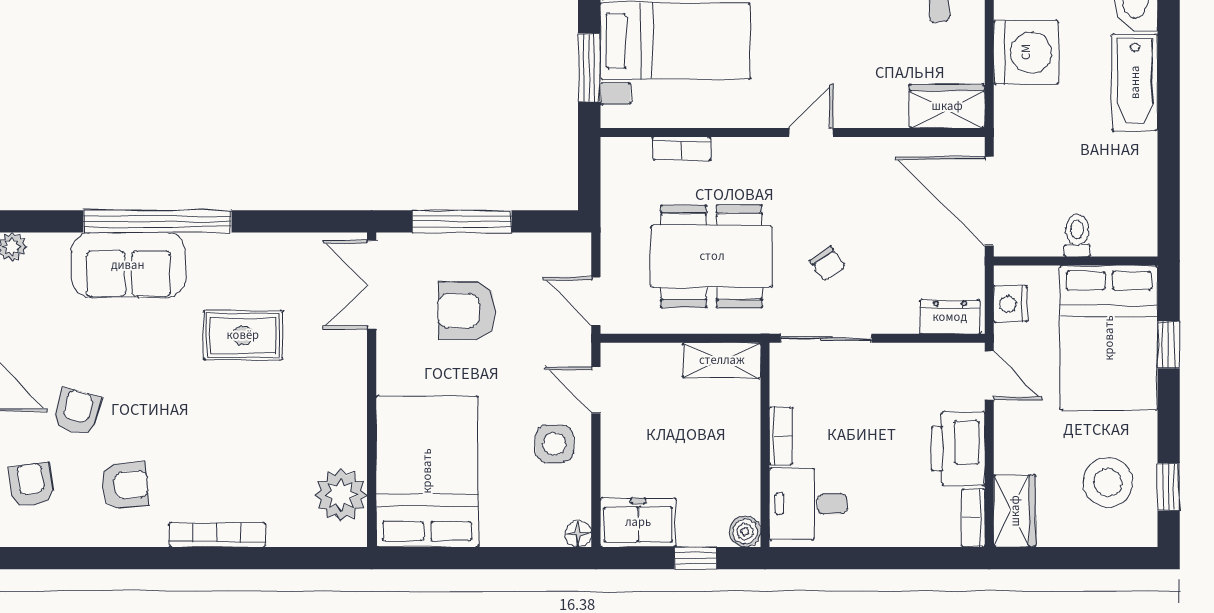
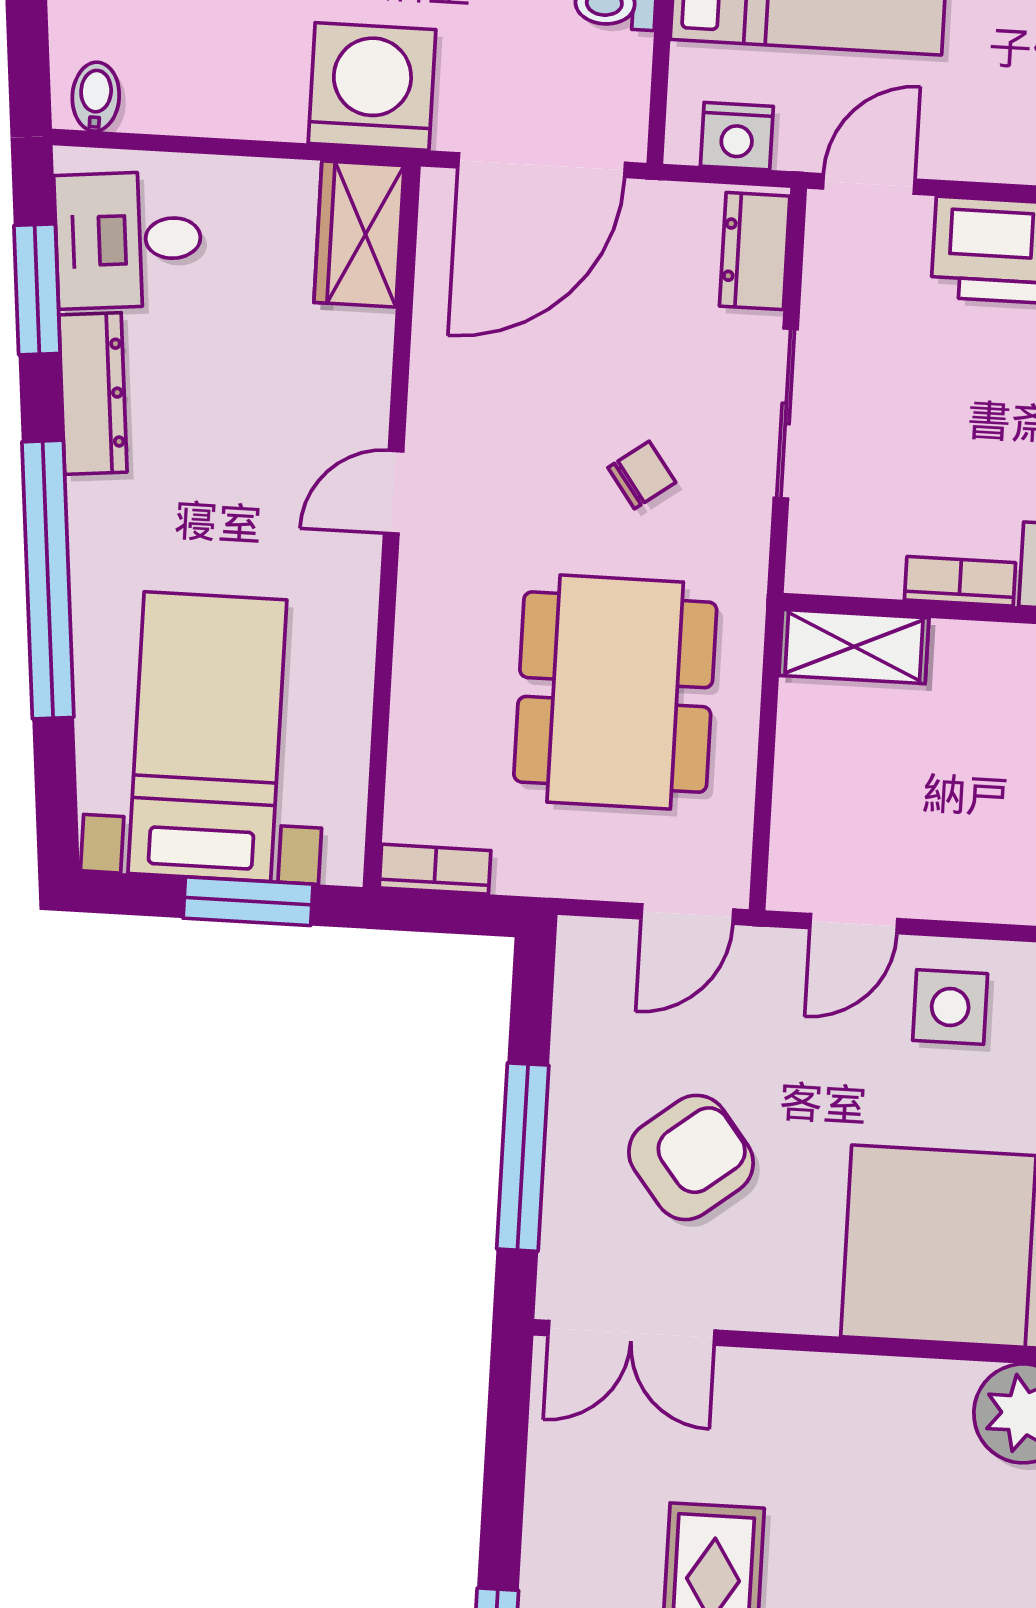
washing machine: (1026, 52) -> (372, 86), moved
door: (811, 132) -> (394, 492), hinge flipped
bookcase: (682, 148) -> (435, 869), moved, turned -90
armchair: (467, 311) -> (691, 1157), turned -128
sliding door: (826, 338) -> (786, 413), moved
shelving: (722, 360) -> (854, 647), moved, turned 90

